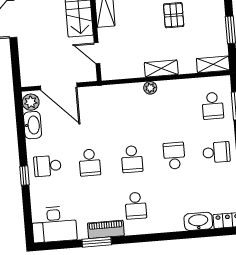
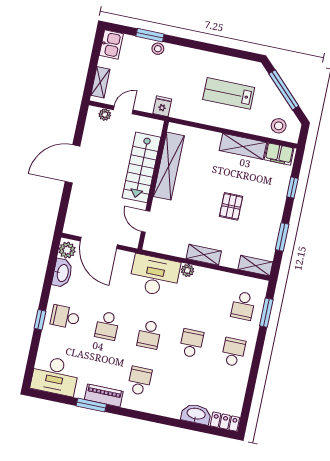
desk: (121, 102) -> (155, 276), added
school desk: (216, 152) -> (233, 352), turned -90
school desk: (136, 206) -> (140, 381), turned 180

